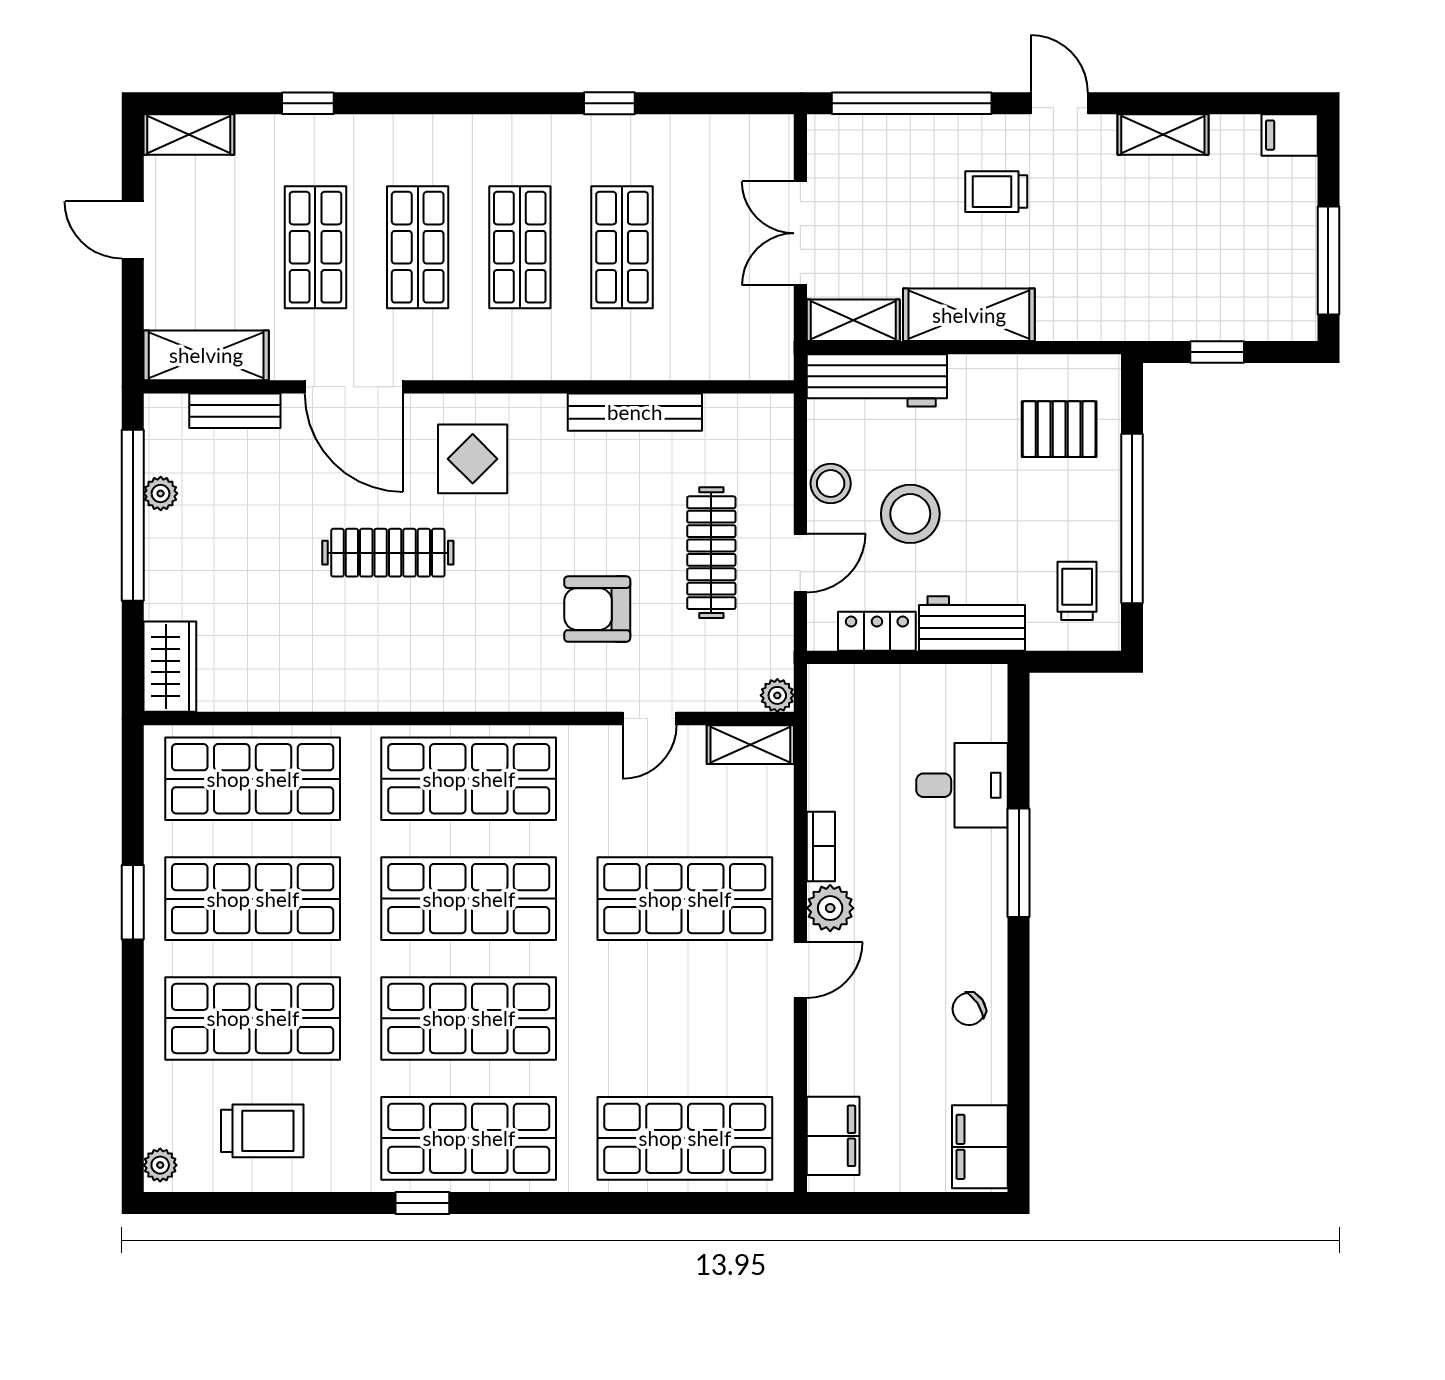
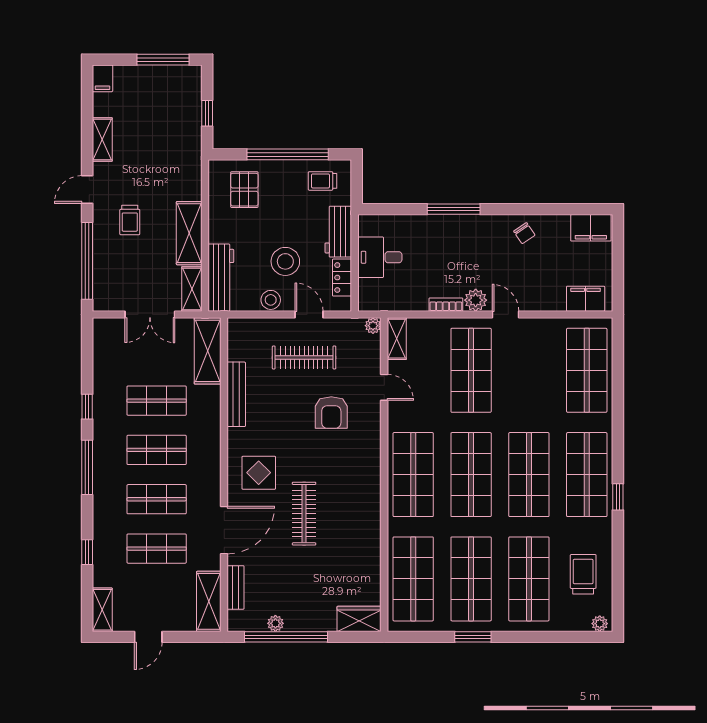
window: (484, 103) -> (87, 467), added
shelving: (725, 353) -> (208, 351), added
desk: (962, 785) -> (380, 257), moved, turned -90

